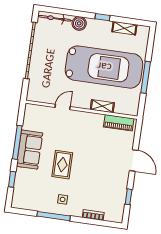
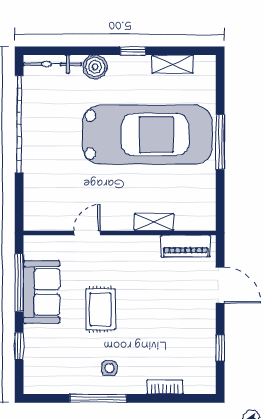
shelving: (102, 106) -> (154, 222), moved
door: (63, 107) -> (87, 233), moved
wall: (81, 110) -> (120, 233), moved
piano: (119, 123) -> (186, 246), moved

